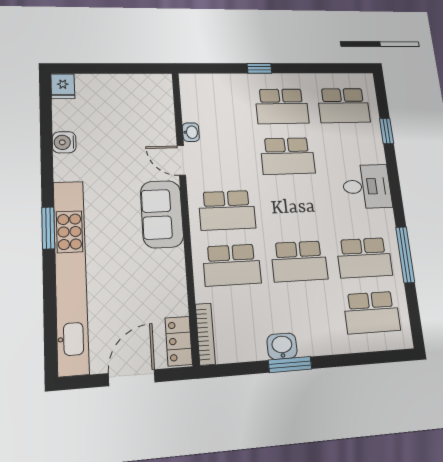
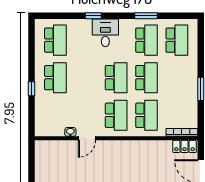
window: (387, 131) -> (93, 16), moved
school desk: (288, 156) -> (116, 78), moved
sofa: (162, 214) -> (117, 151), removed
window: (405, 255) -> (146, 16), width x0.69
washbasin: (282, 346) -> (191, 92), removed

